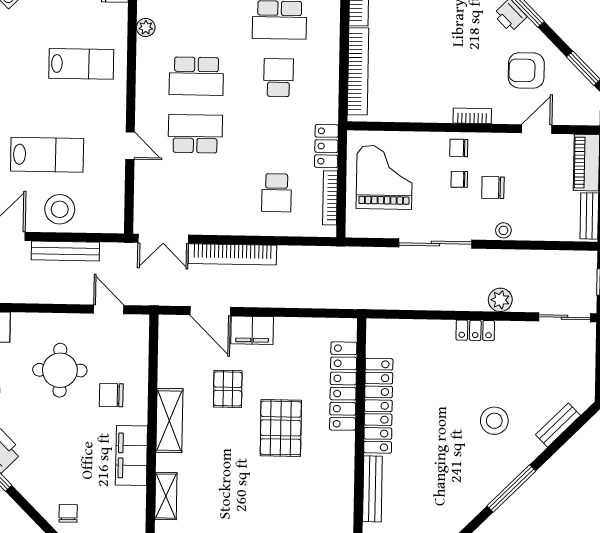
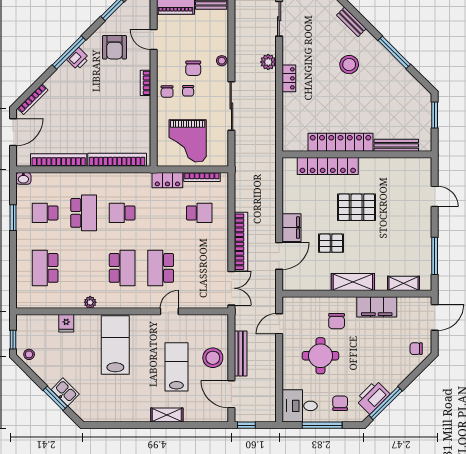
lab bench: (81, 64) -> (115, 345), width x1.36, depth x1.39
grand piano: (384, 177) -> (188, 141), turned -90

